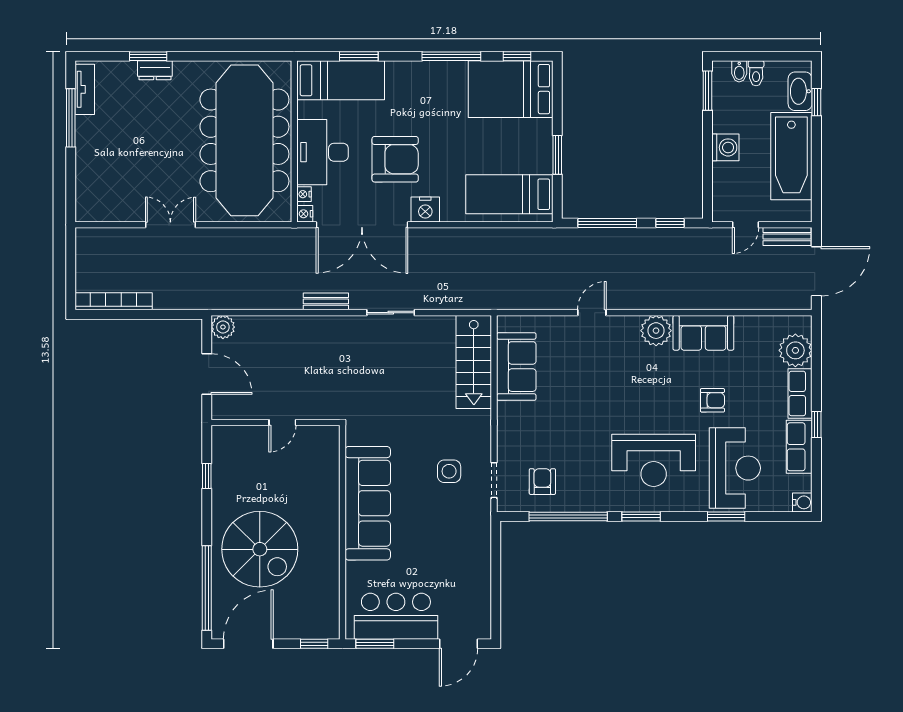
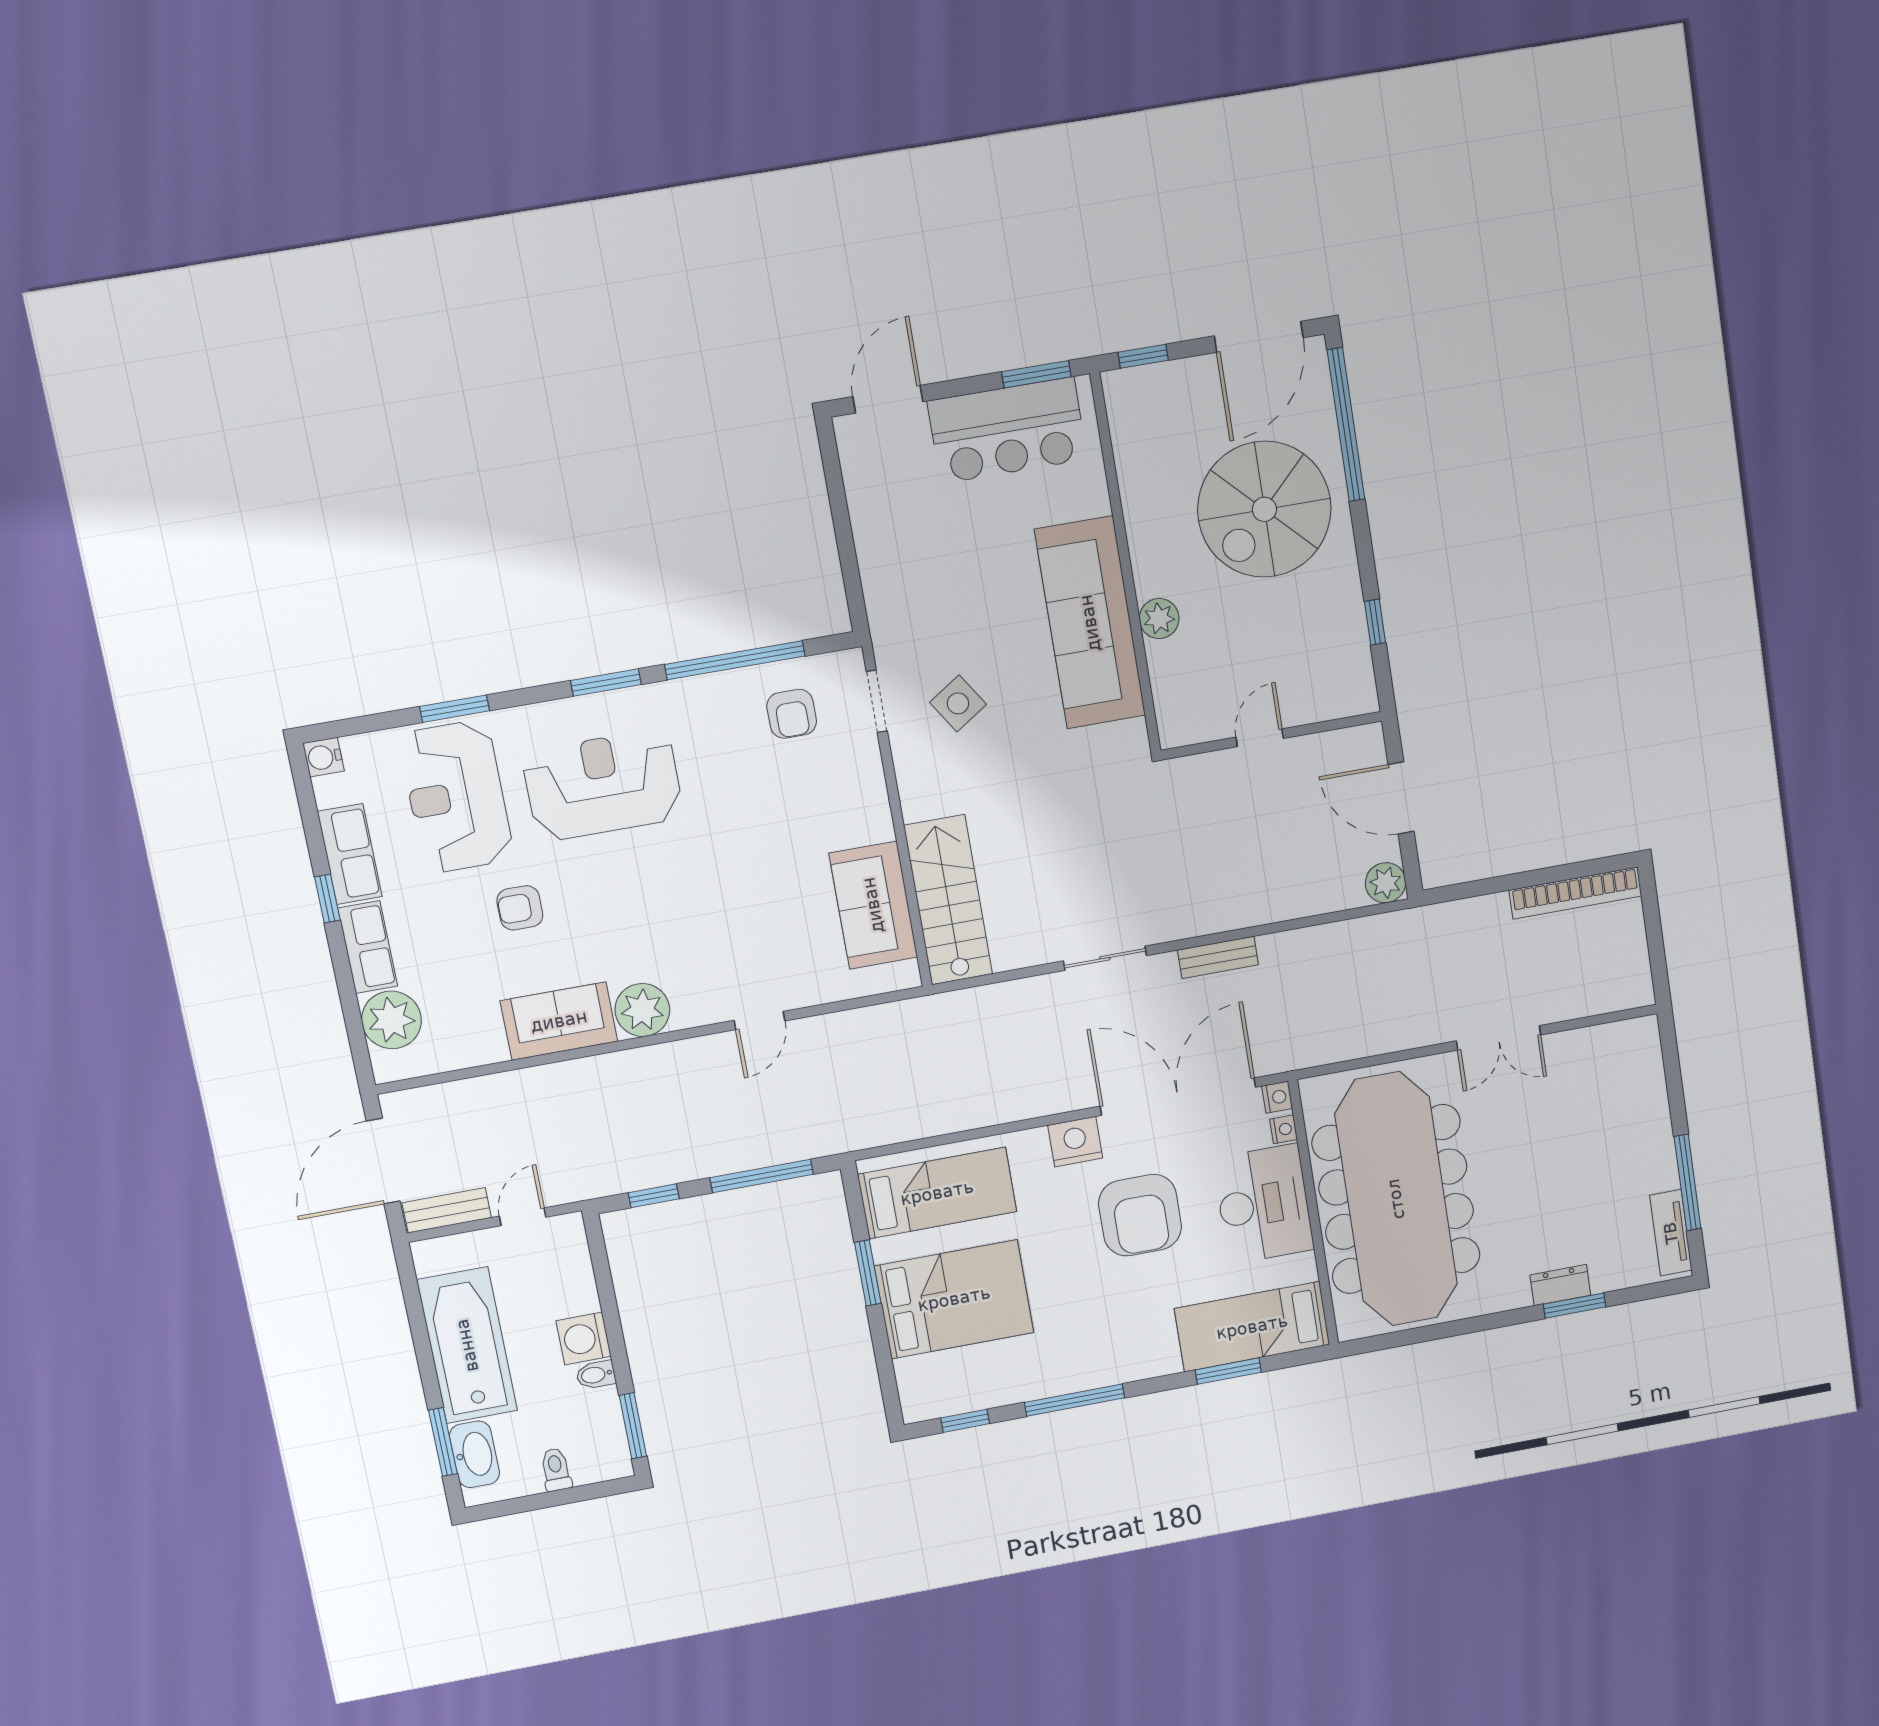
bidet: (739, 71) -> (596, 1375), moved, turned -90
bed: (511, 89) -> (954, 1299), moved
window: (816, 102) -> (443, 1442), width x1.50
armchair: (395, 159) -> (1140, 1215), turned -90
side table: (449, 471) -> (958, 703), turned -33
plant: (329, 499) -> (1159, 619), added
spiral stairs: (260, 549) -> (1264, 509), turned -90

